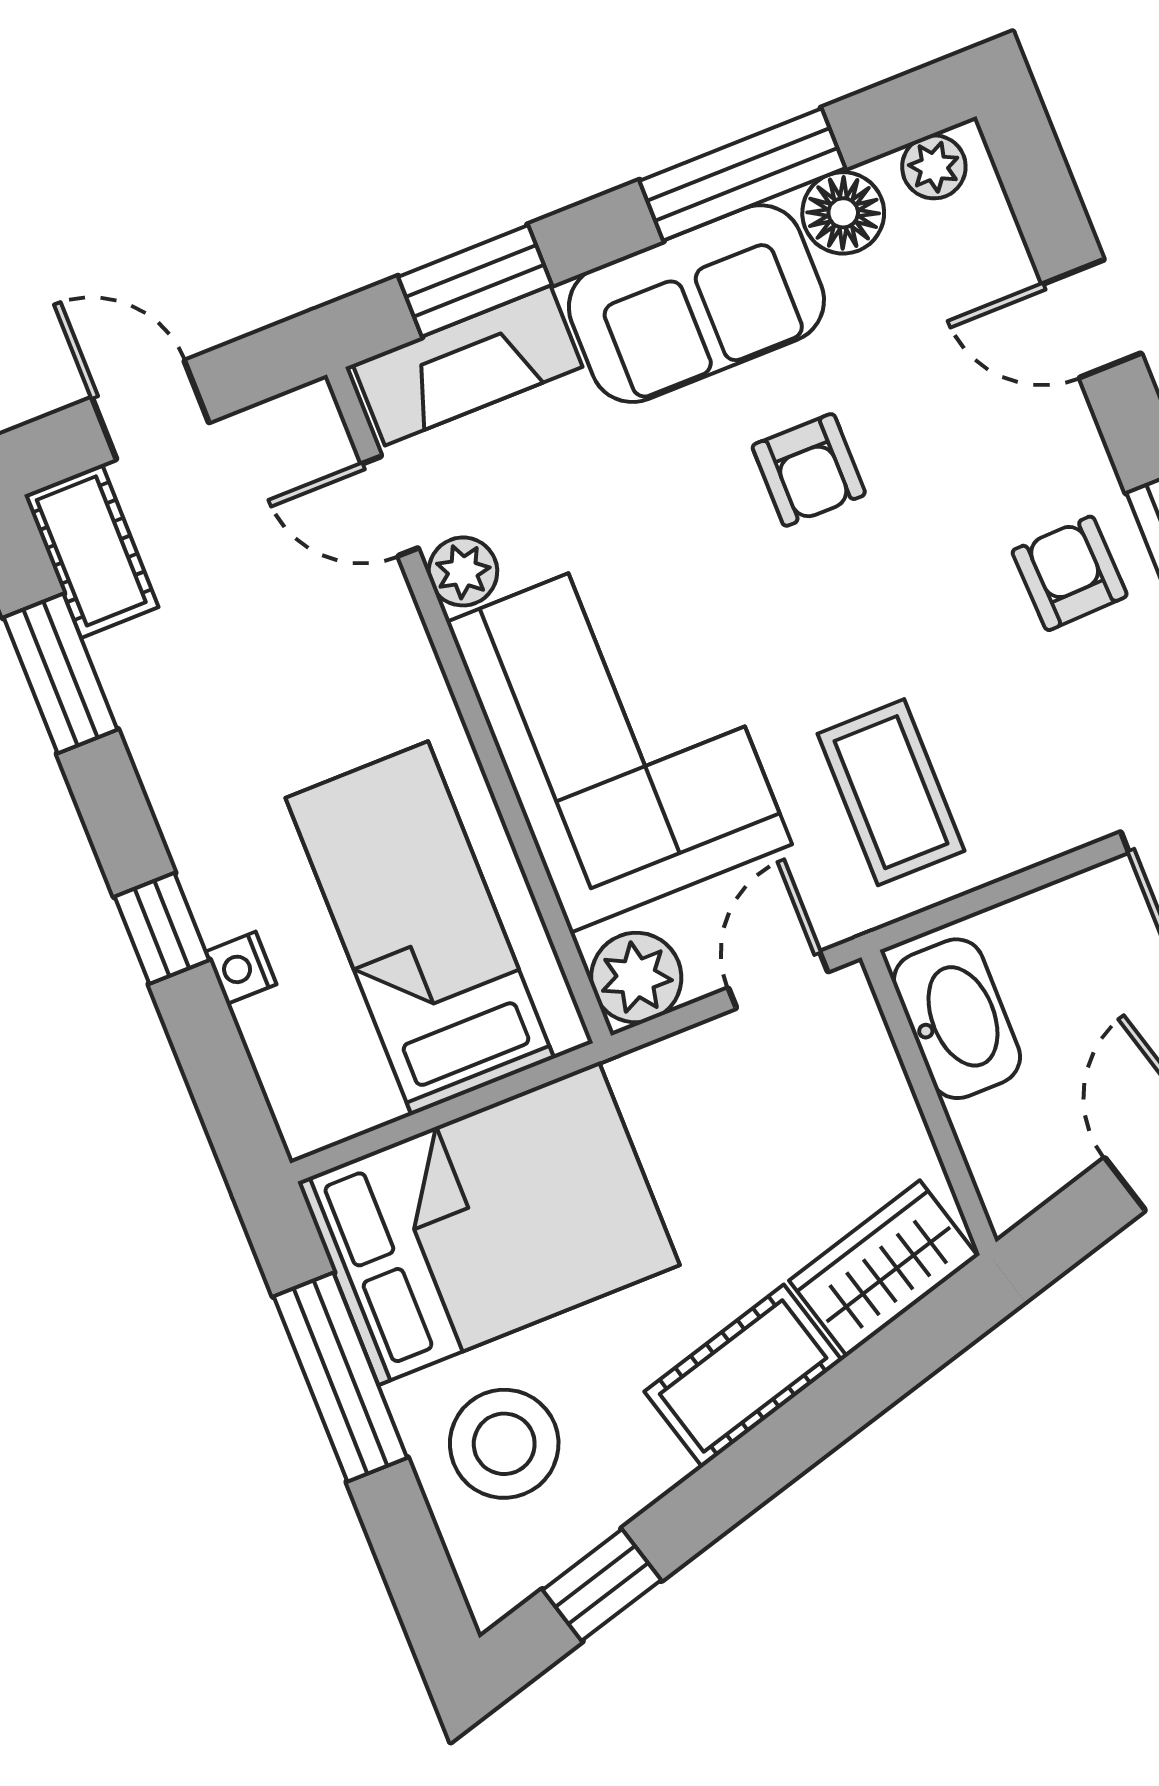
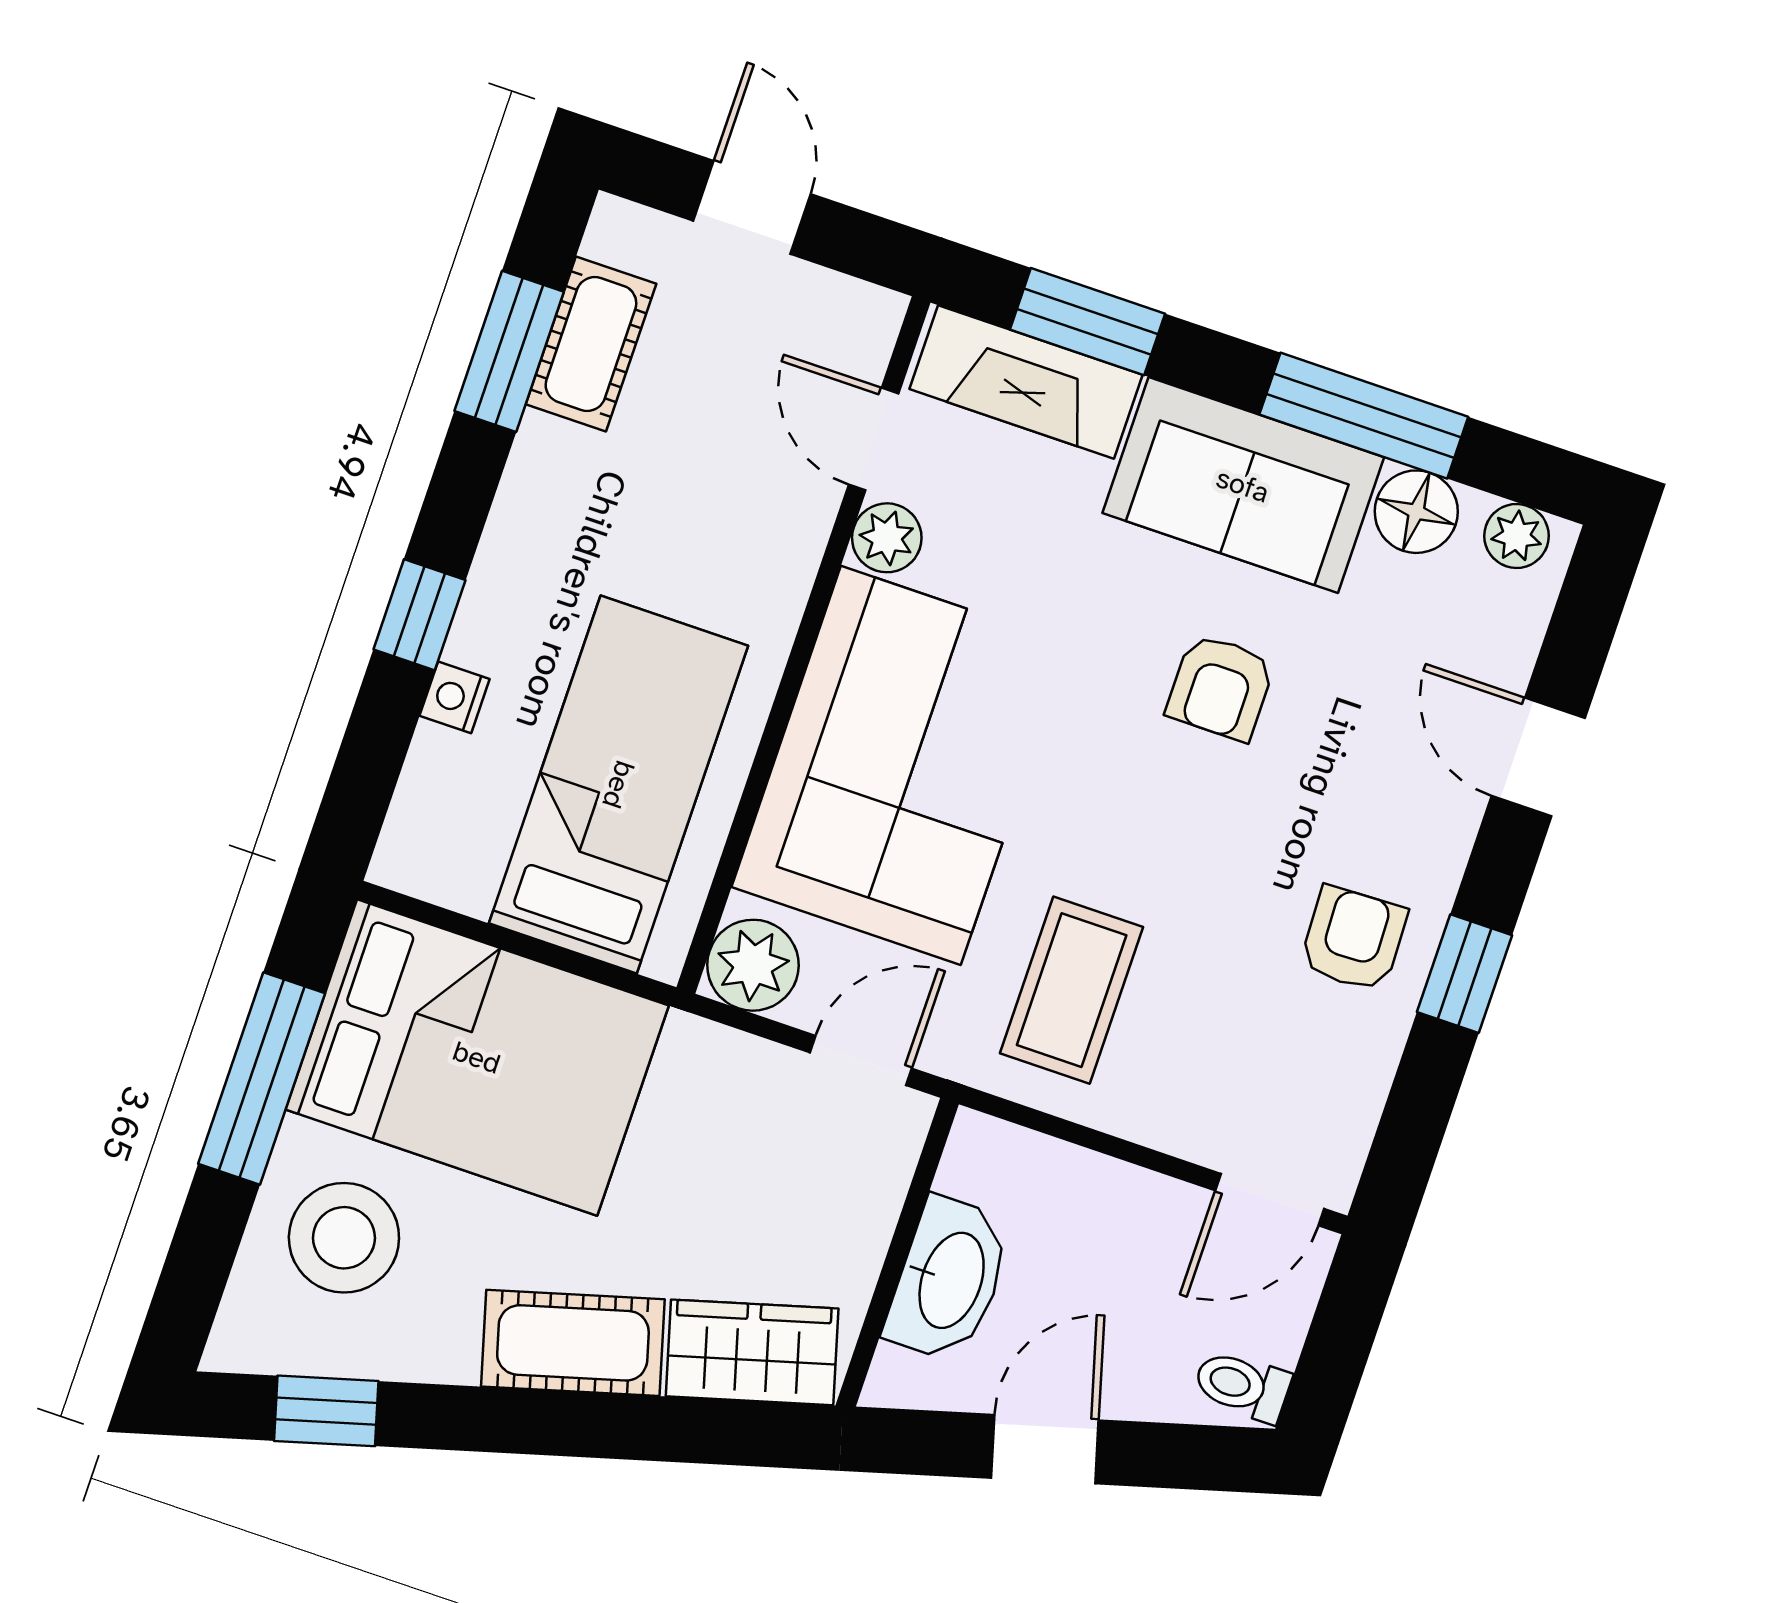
cot: (91, 551) -> (591, 344), moved
washbasin: (957, 1019) -> (949, 1279), moved

